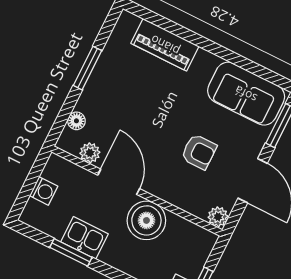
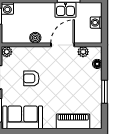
door: (119, 182) -> (63, 45), swing flipped
boiler: (146, 220) -> (35, 38), width x0.54, depth x0.54

